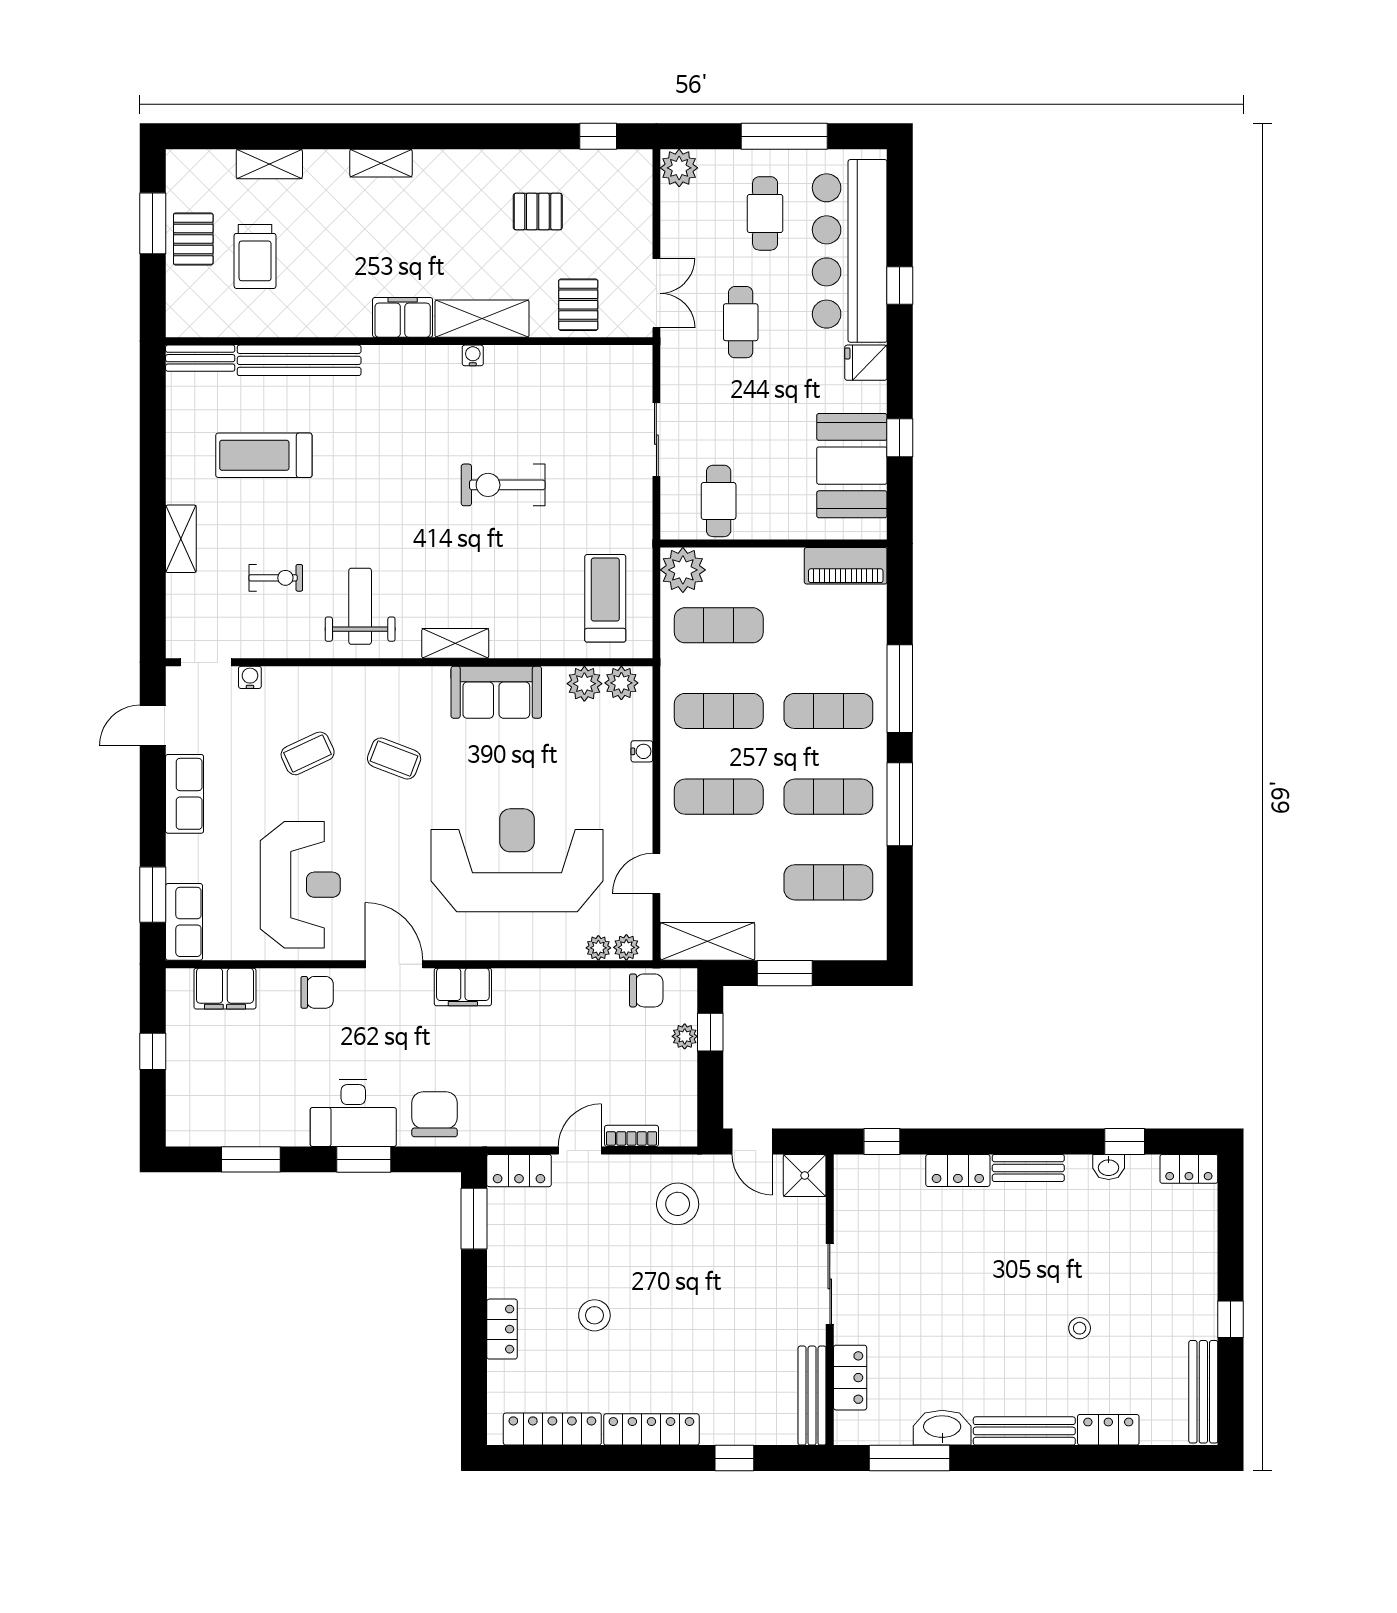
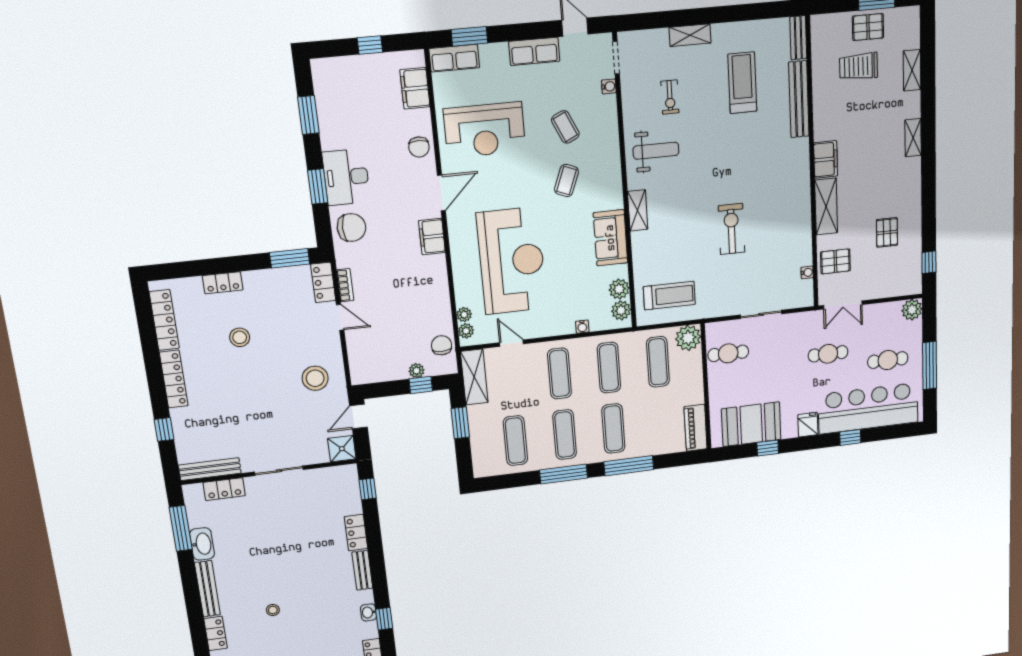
water cooler: (473, 355) -> (807, 272), moved
chair: (646, 990) -> (442, 345), turned 180
bookcase: (632, 1136) -> (345, 285), moved

